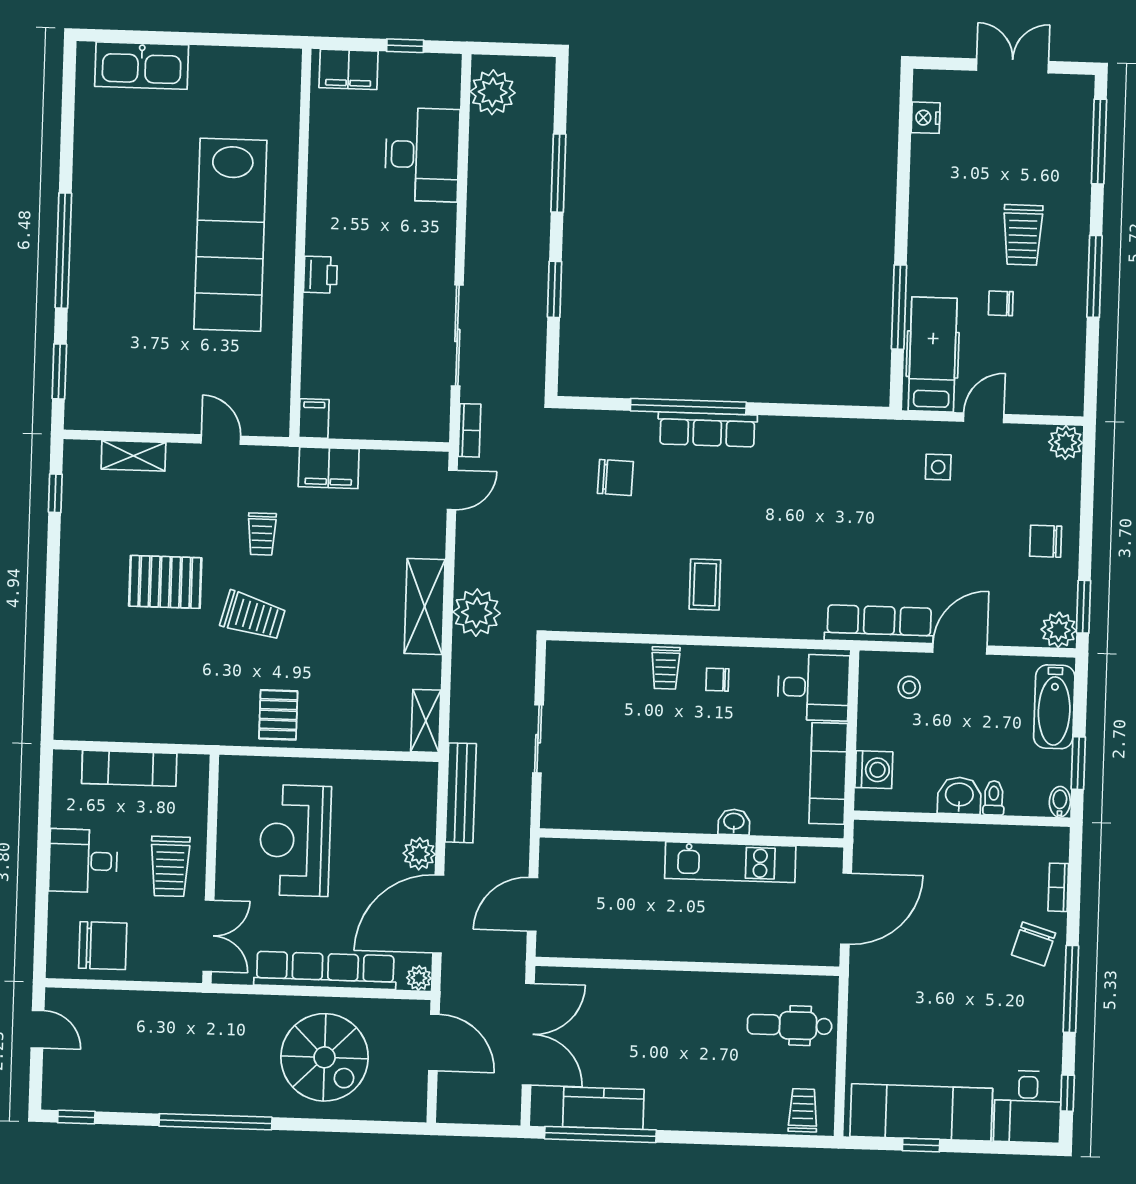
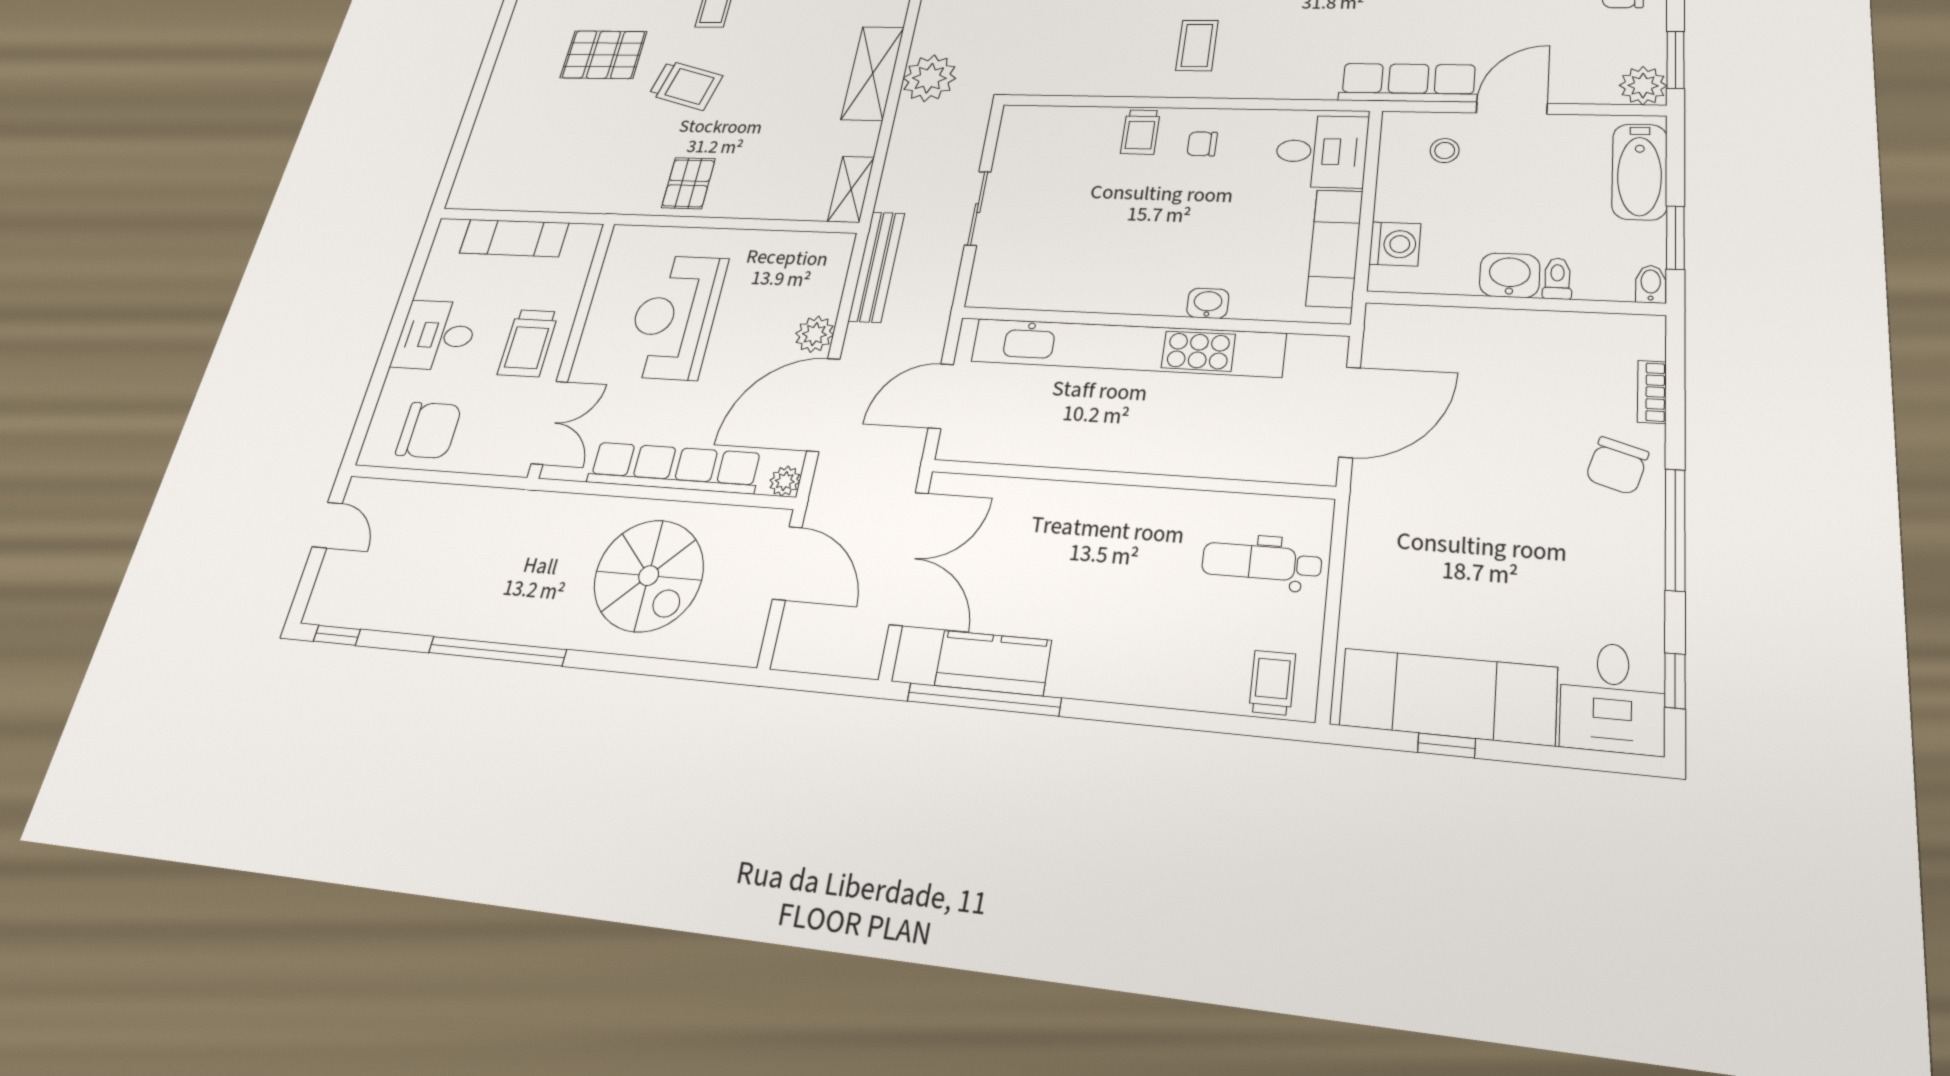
kitchen unit: (730, 862) -> (1127, 348), width x1.86

